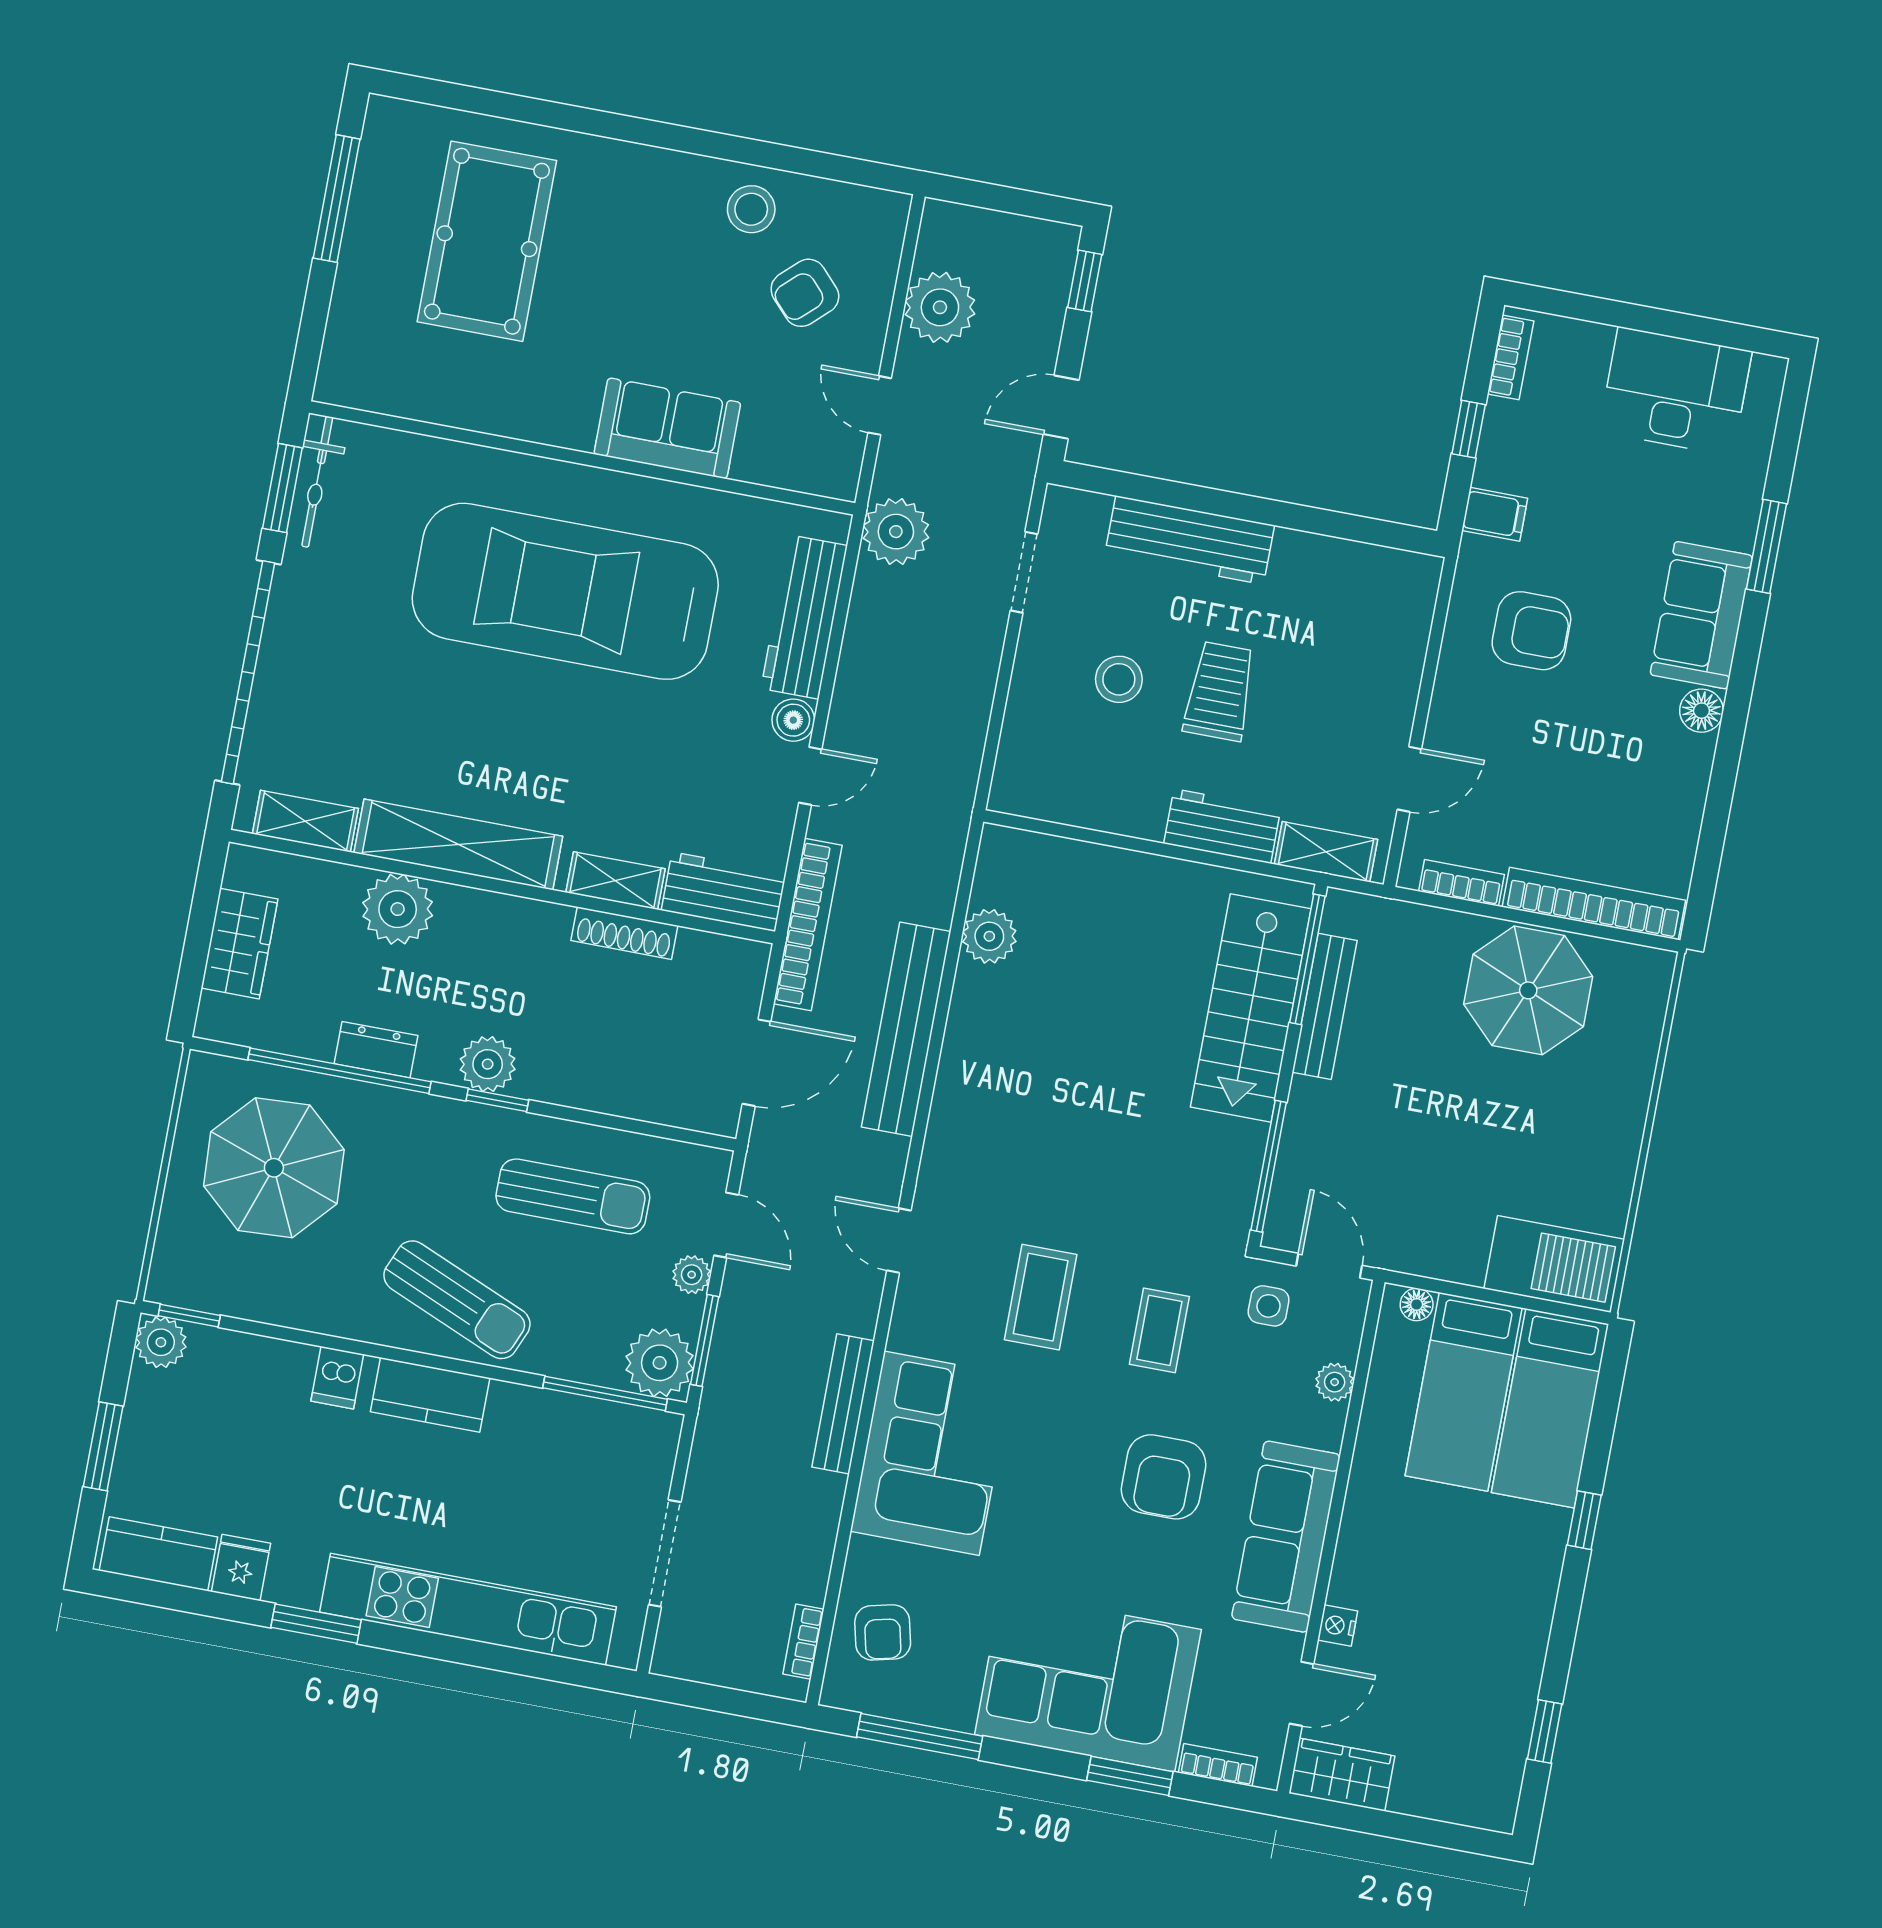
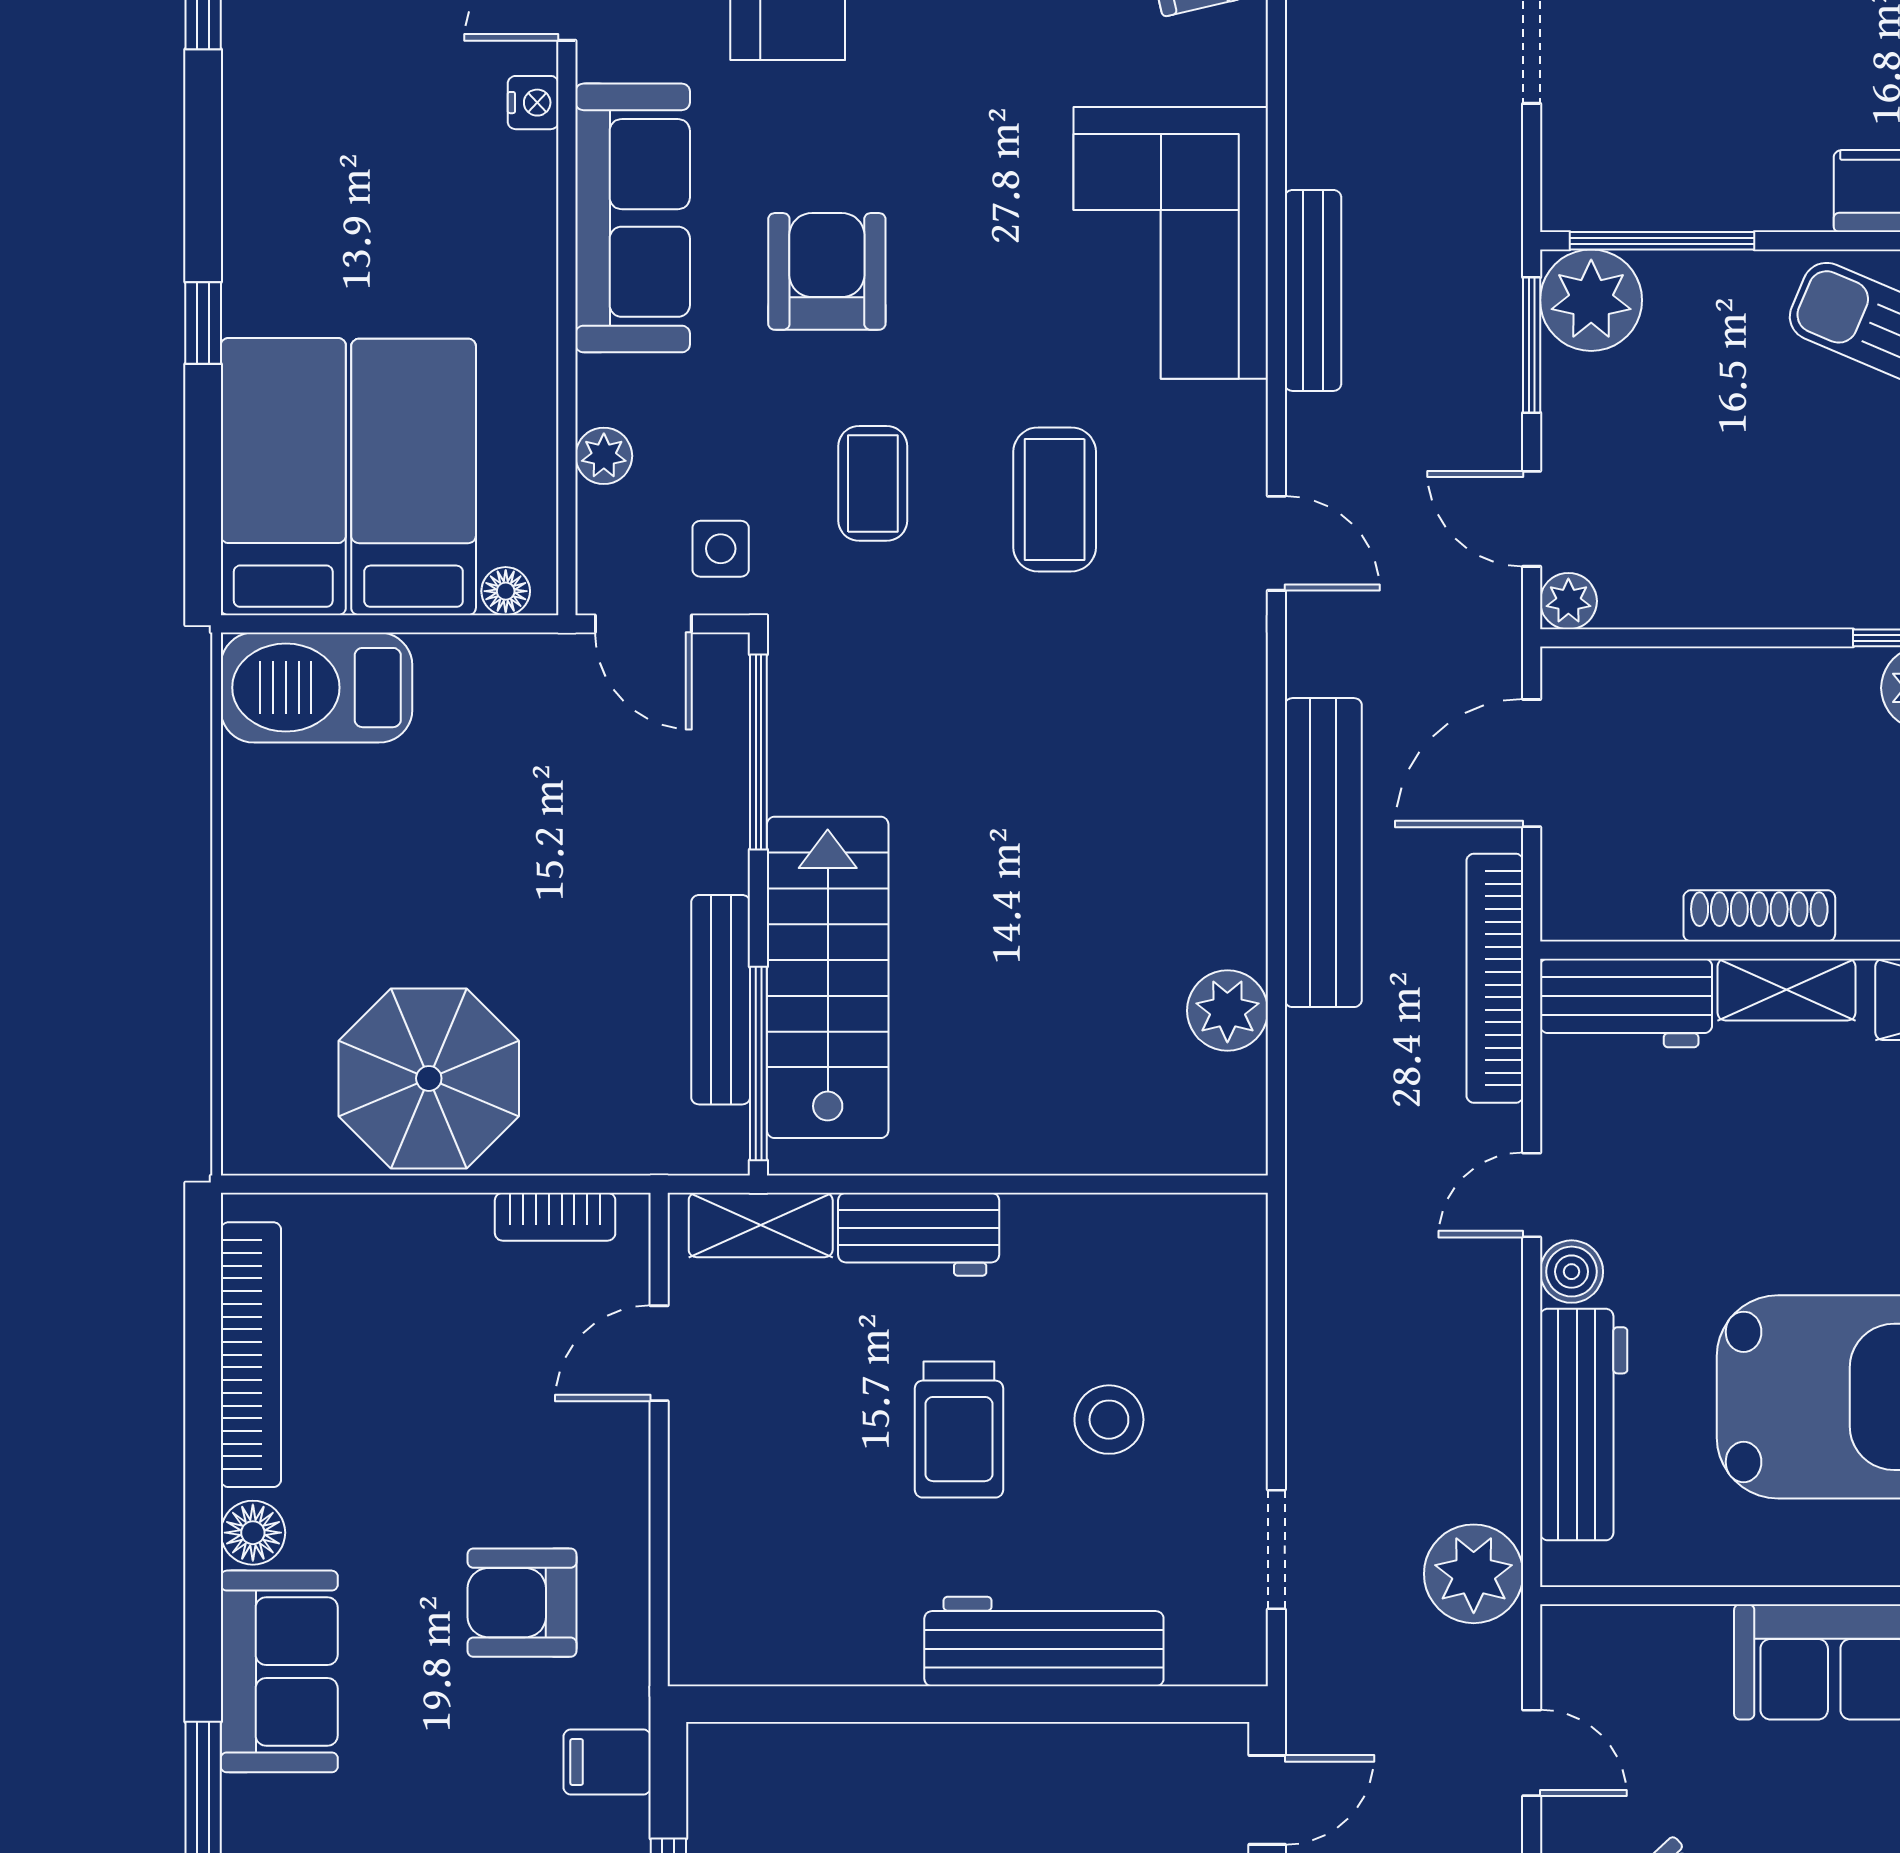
bookcase: (1594, 904) -> (251, 1355), moved, turned -90
sun lounger: (573, 1196) -> (1762, 519), removed
plant: (692, 1275) -> (1568, 601), moved

